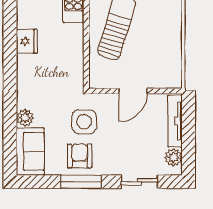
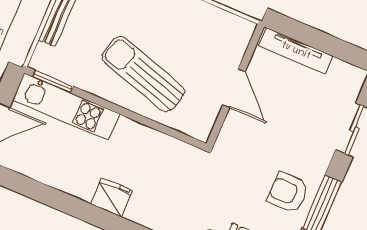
side table: (84, 122) -> (247, 168), removed
plant: (173, 157) -> (341, 73), removed

